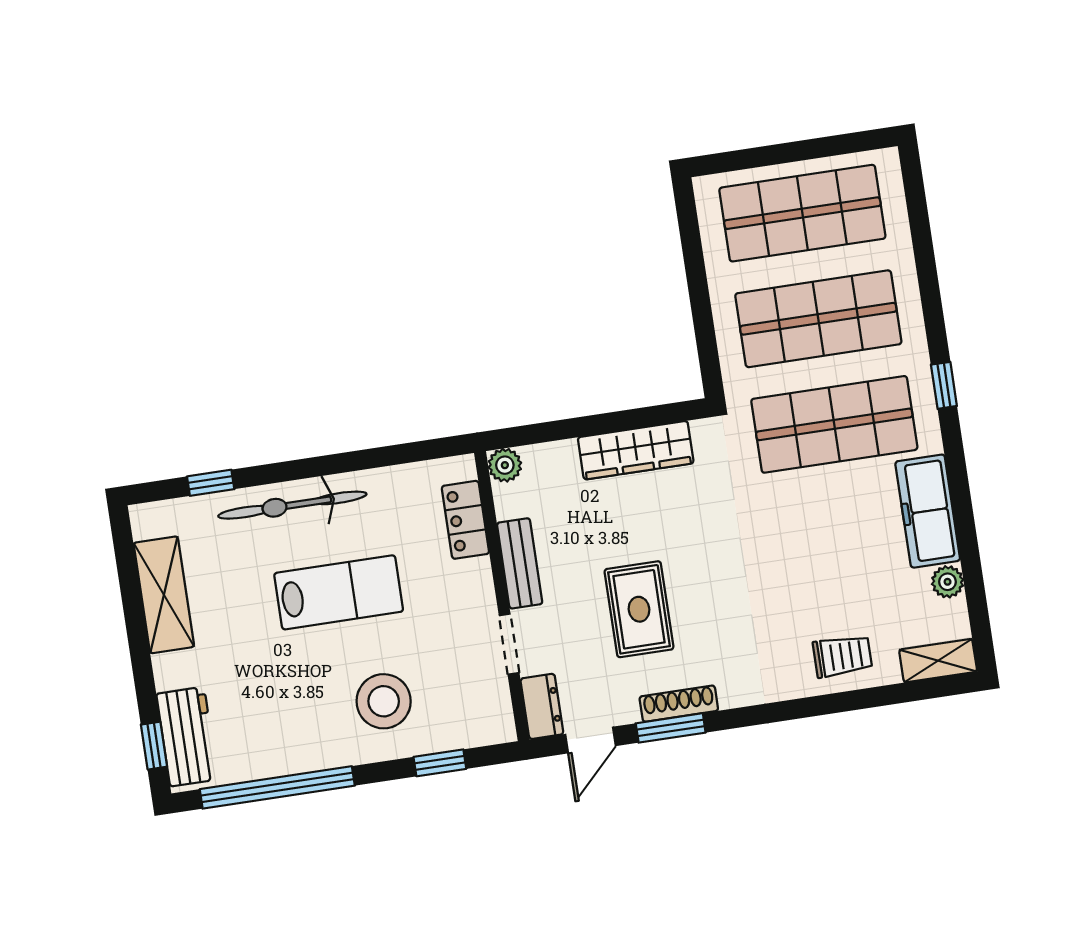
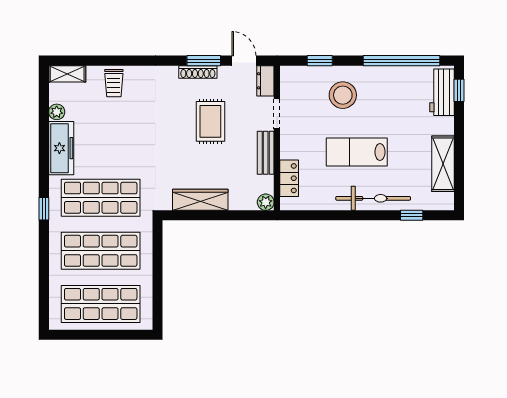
trolley: (842, 656) -> (114, 83), turned -90
door: (590, 740) -> (244, 61), hinge flipped

